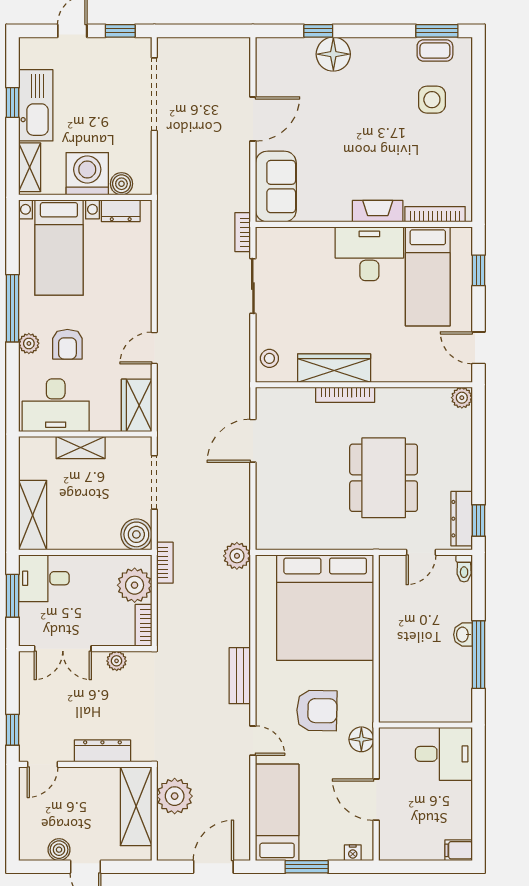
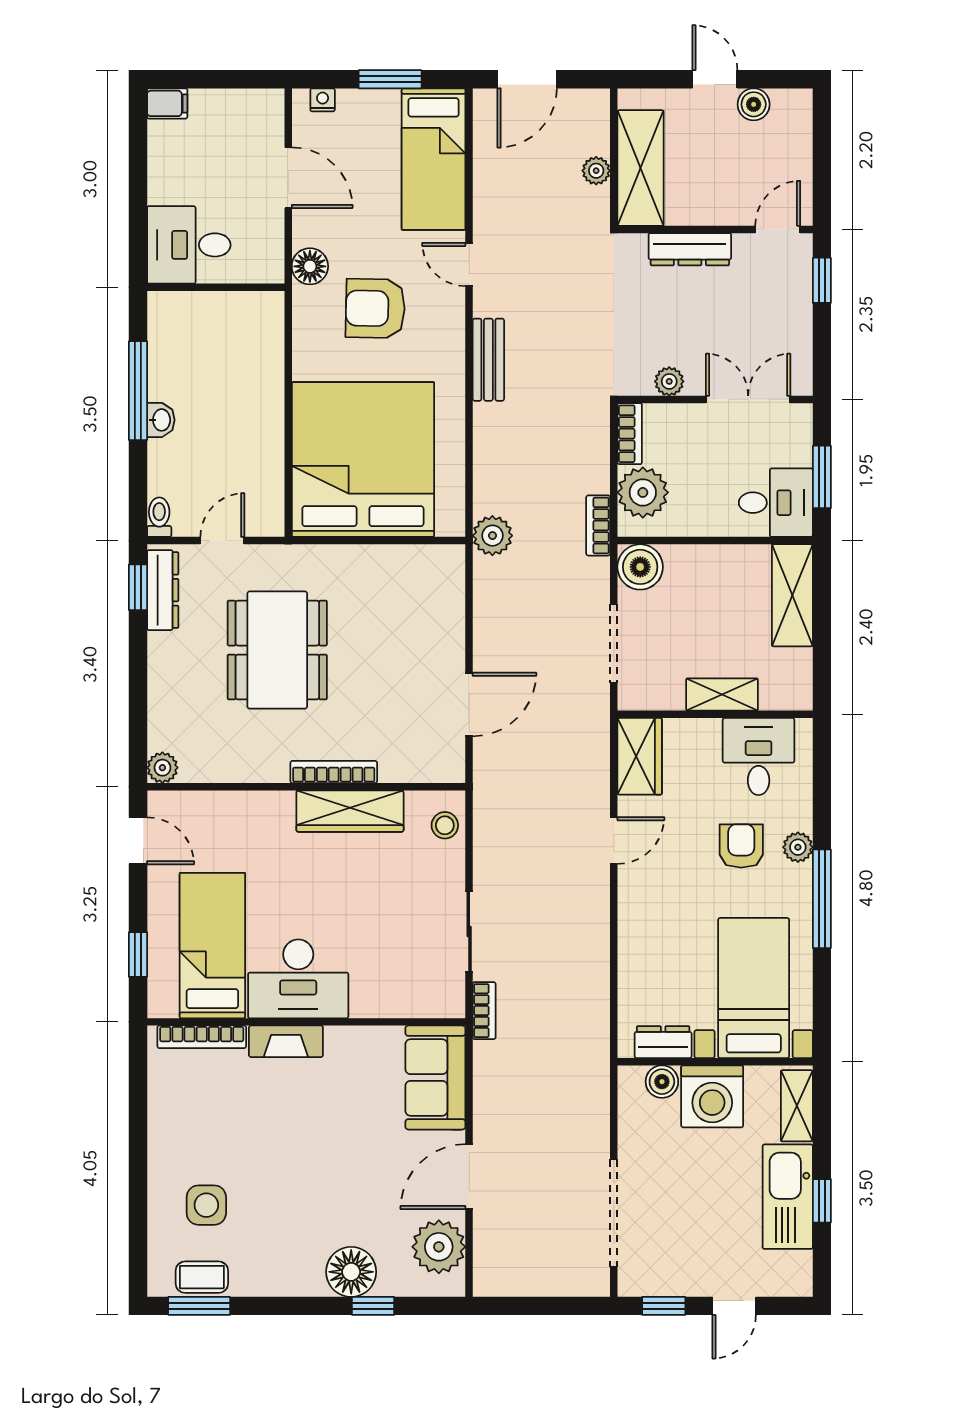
plant: (274, 71) -> (439, 1247), added
desk: (56, 405) -> (759, 757), width x0.73
plant: (175, 796) -> (596, 171), width x0.53, depth x0.53

